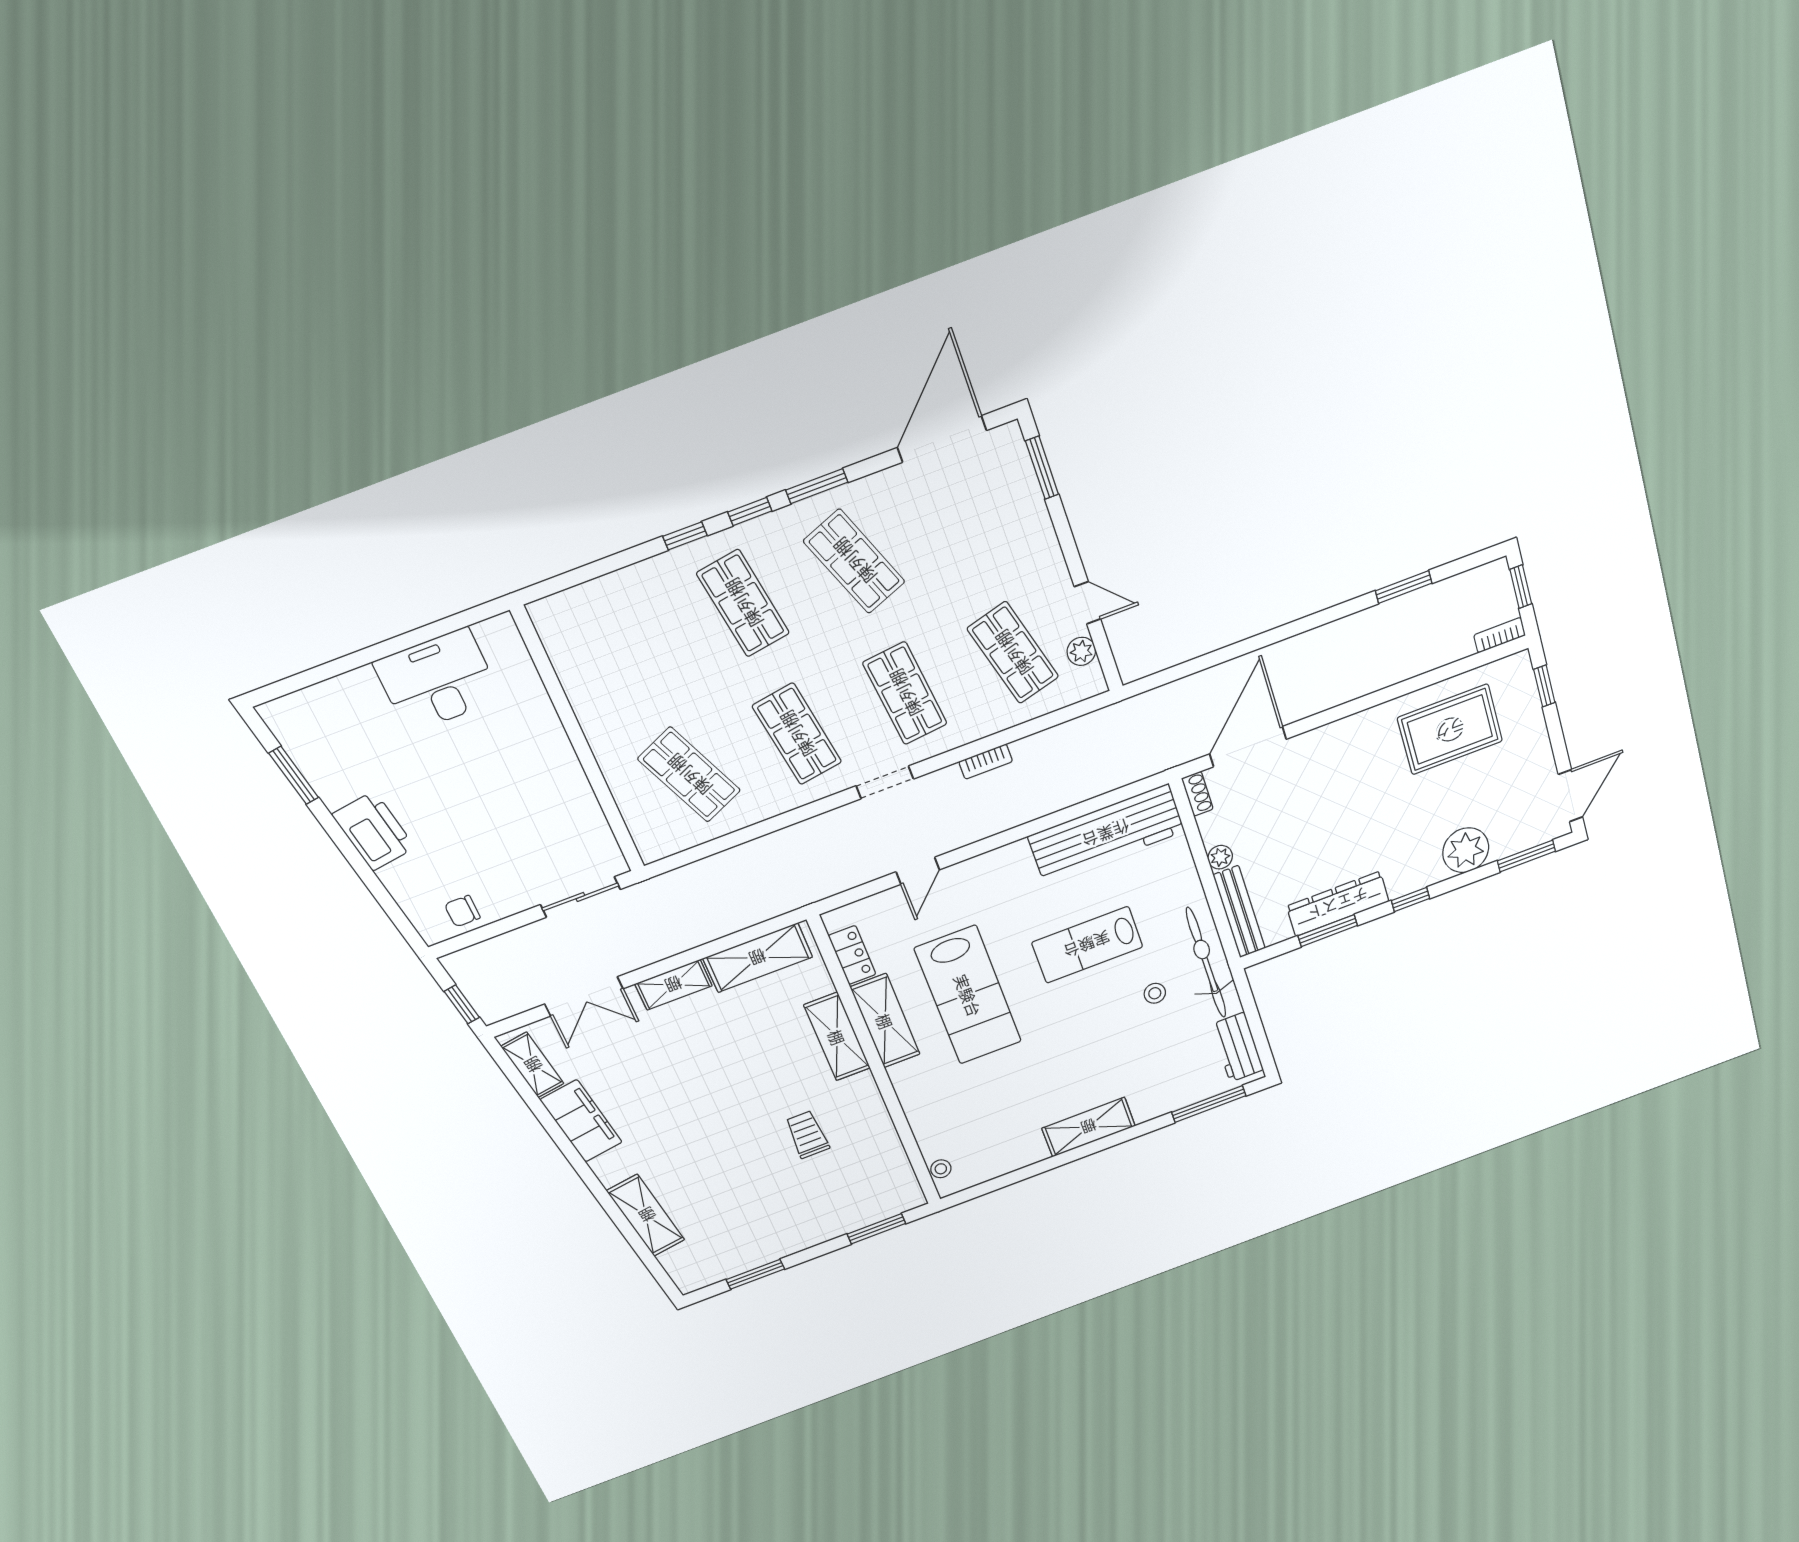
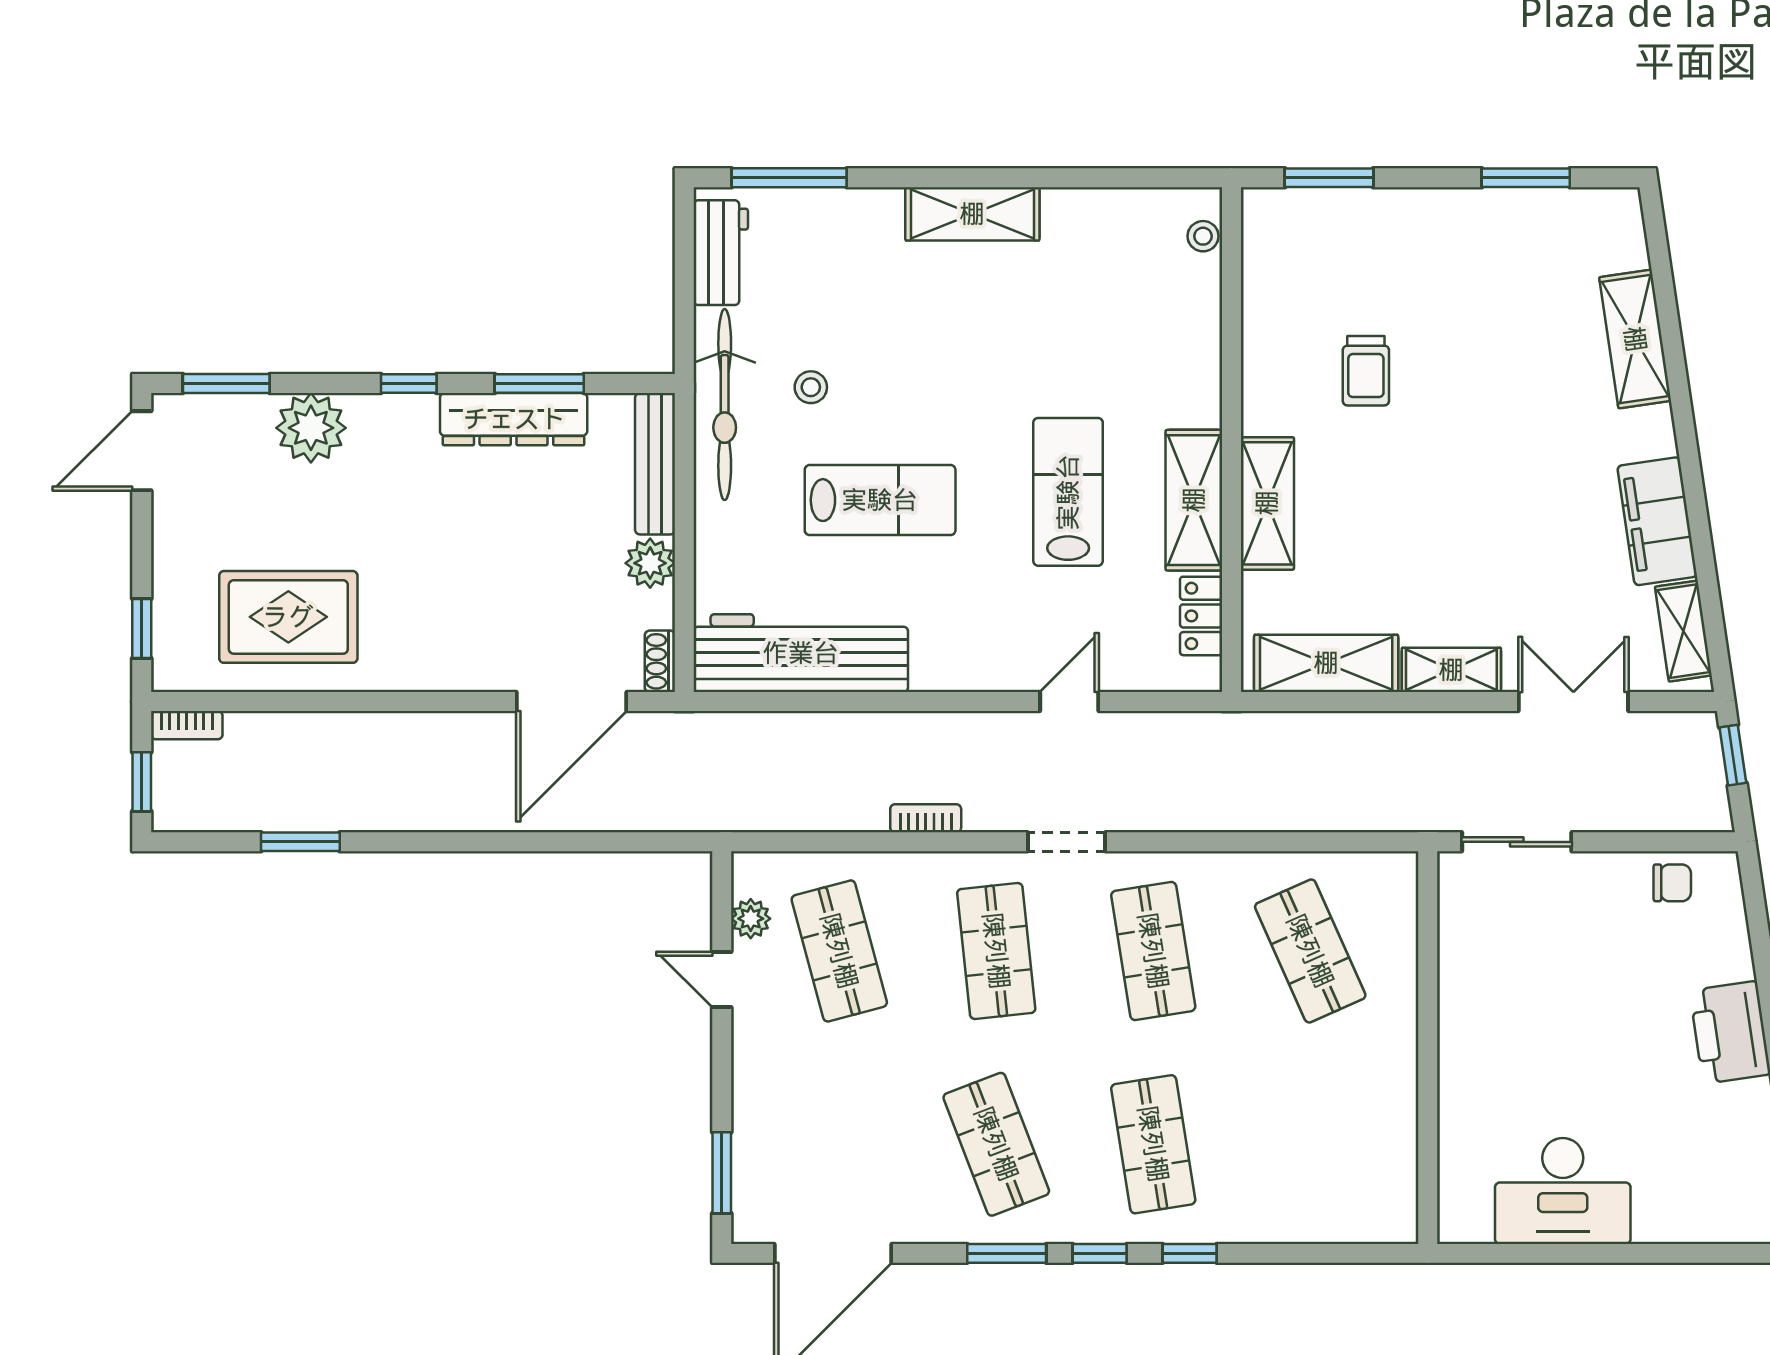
plant: (1220, 857) -> (650, 563), width x1.38, depth x1.38
lab bench: (968, 995) -> (1068, 492), width x0.73, depth x0.72

